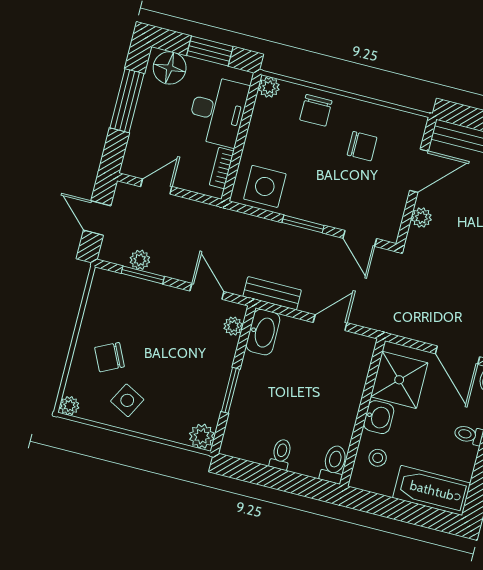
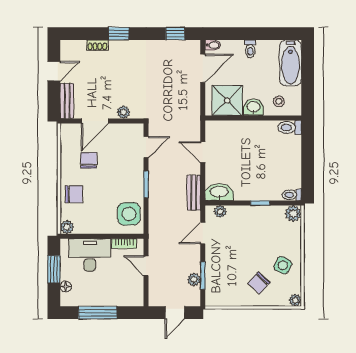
floor lamp: (170, 68) -> (66, 287), width x0.53, depth x0.53
door: (419, 171) -> (95, 121), swing flipped
door: (156, 187) -> (146, 266), moved
chair: (109, 357) -> (259, 283), turned 69
window: (230, 390) -> (260, 203), width x0.67
toilet: (281, 454) -> (292, 195), moved

